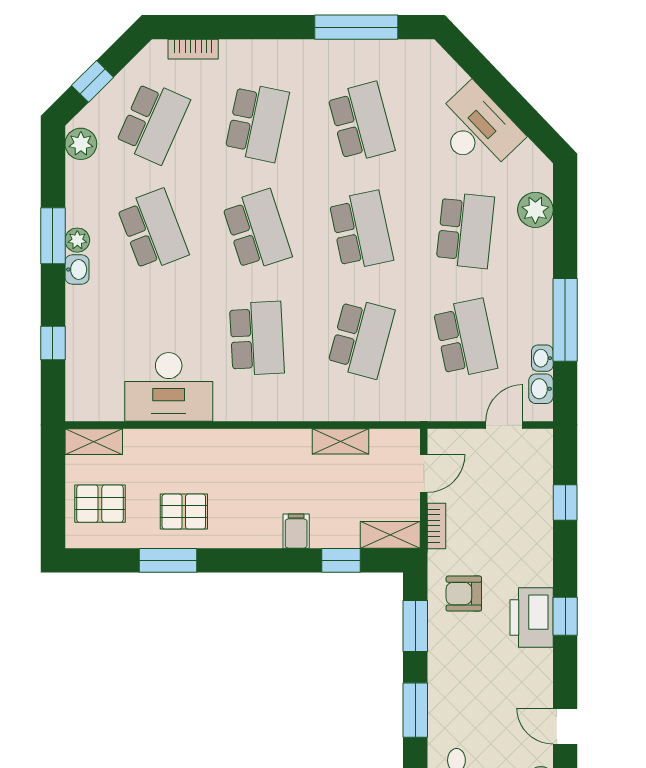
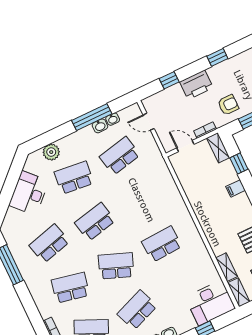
school desk: (257, 230) -> (116, 266), turned 39
school desk: (361, 338) -> (141, 200), removed
desk: (169, 387) -> (210, 303), moved, turned 90
washbasin: (541, 389) -> (100, 126), moved
shelving: (340, 441) -> (227, 267), moved
armchair: (464, 594) -> (228, 105), turned -90
printer: (532, 618) -> (196, 85), moved

